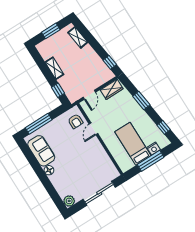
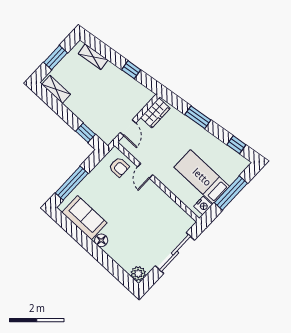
window: (110, 62) -> (131, 70), moved
shelving: (54, 68) -> (56, 89), moved
nightstand: (154, 149) -> (203, 206), moved

